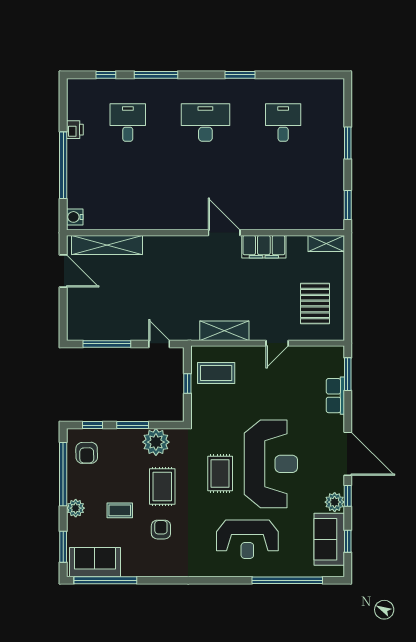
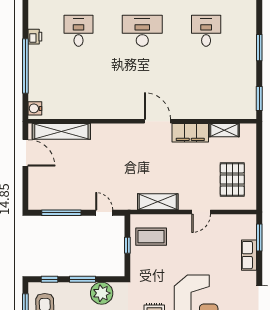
shelving: (326, 243) -> (224, 130), moved

